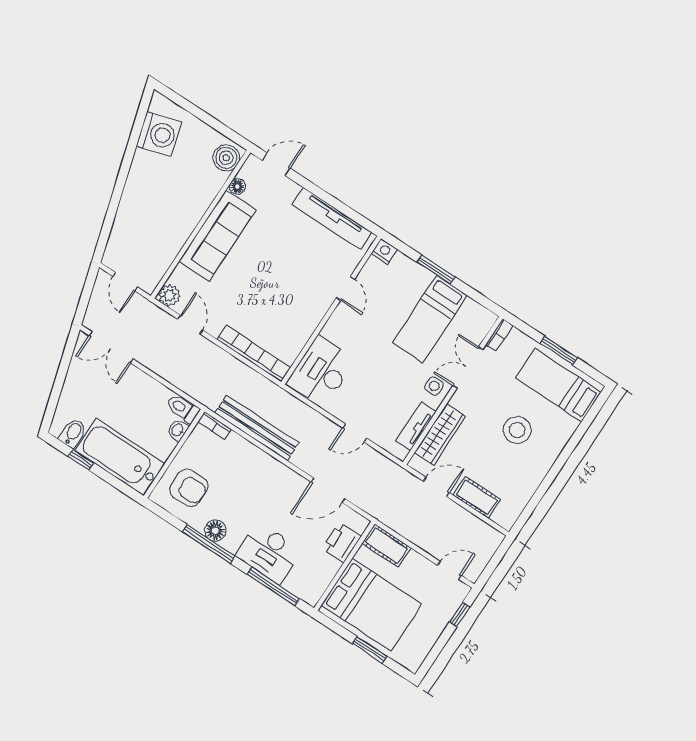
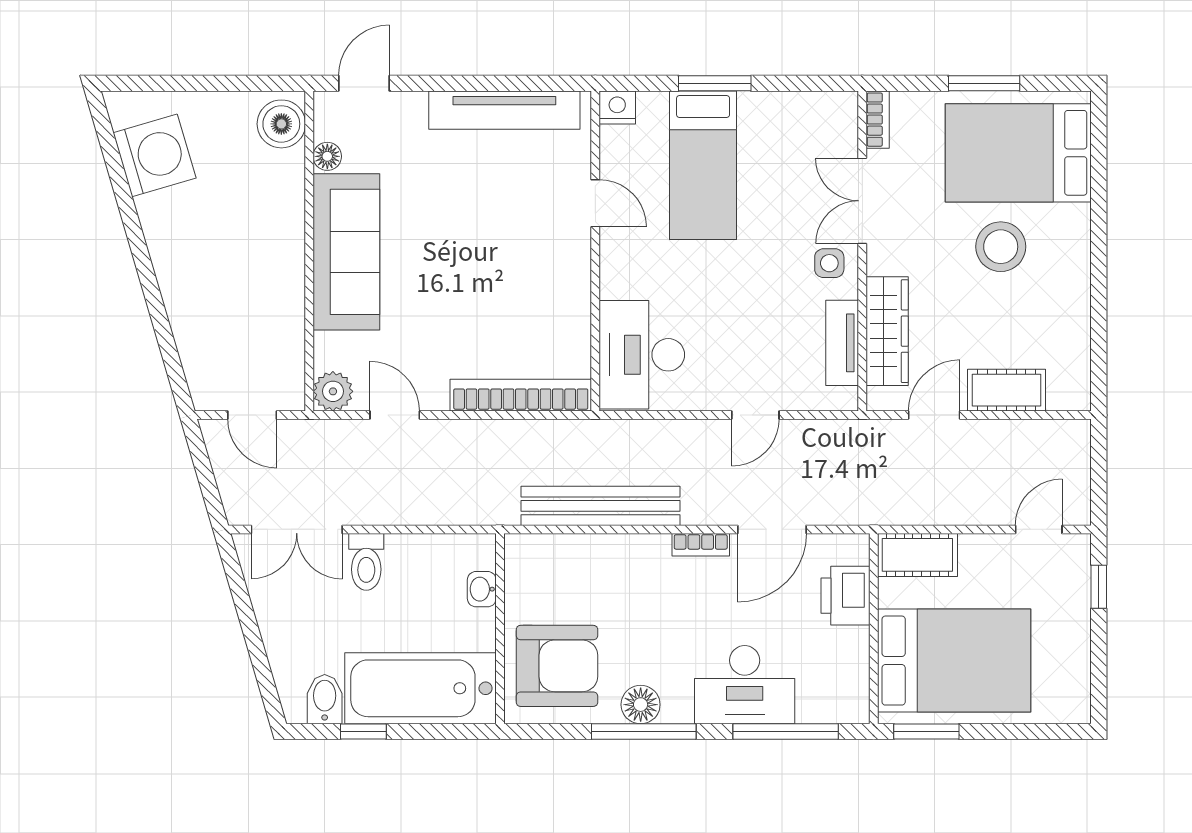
bed: (430, 319) -> (703, 165), moved
bed: (558, 385) -> (1018, 153), width x1.50
toilet: (183, 408) -> (366, 562), moved, turned -90
bookcase: (215, 426) -> (701, 545), moved
armchair: (189, 488) -> (557, 666), width x1.36, depth x1.36
window: (370, 650) -> (926, 732), moved

